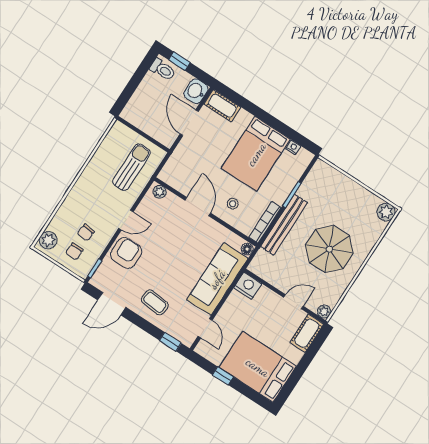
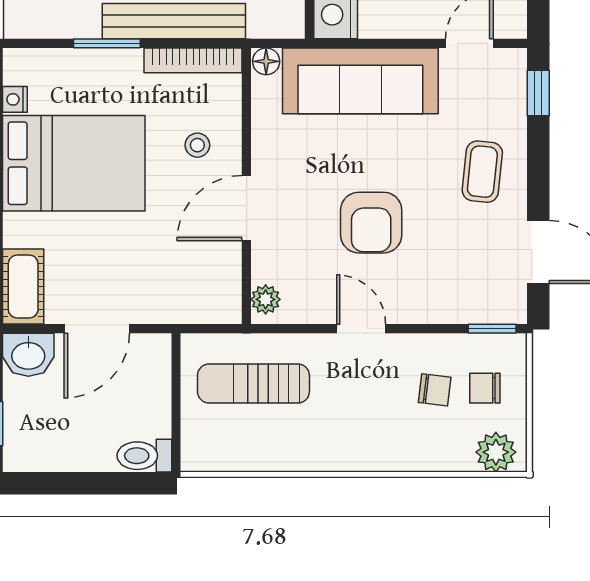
toilet: (163, 70) -> (144, 456), moved, turned -90
chair: (74, 251) -> (485, 388), turned 180
armchair: (126, 253) -> (371, 223), moved, turned -90

